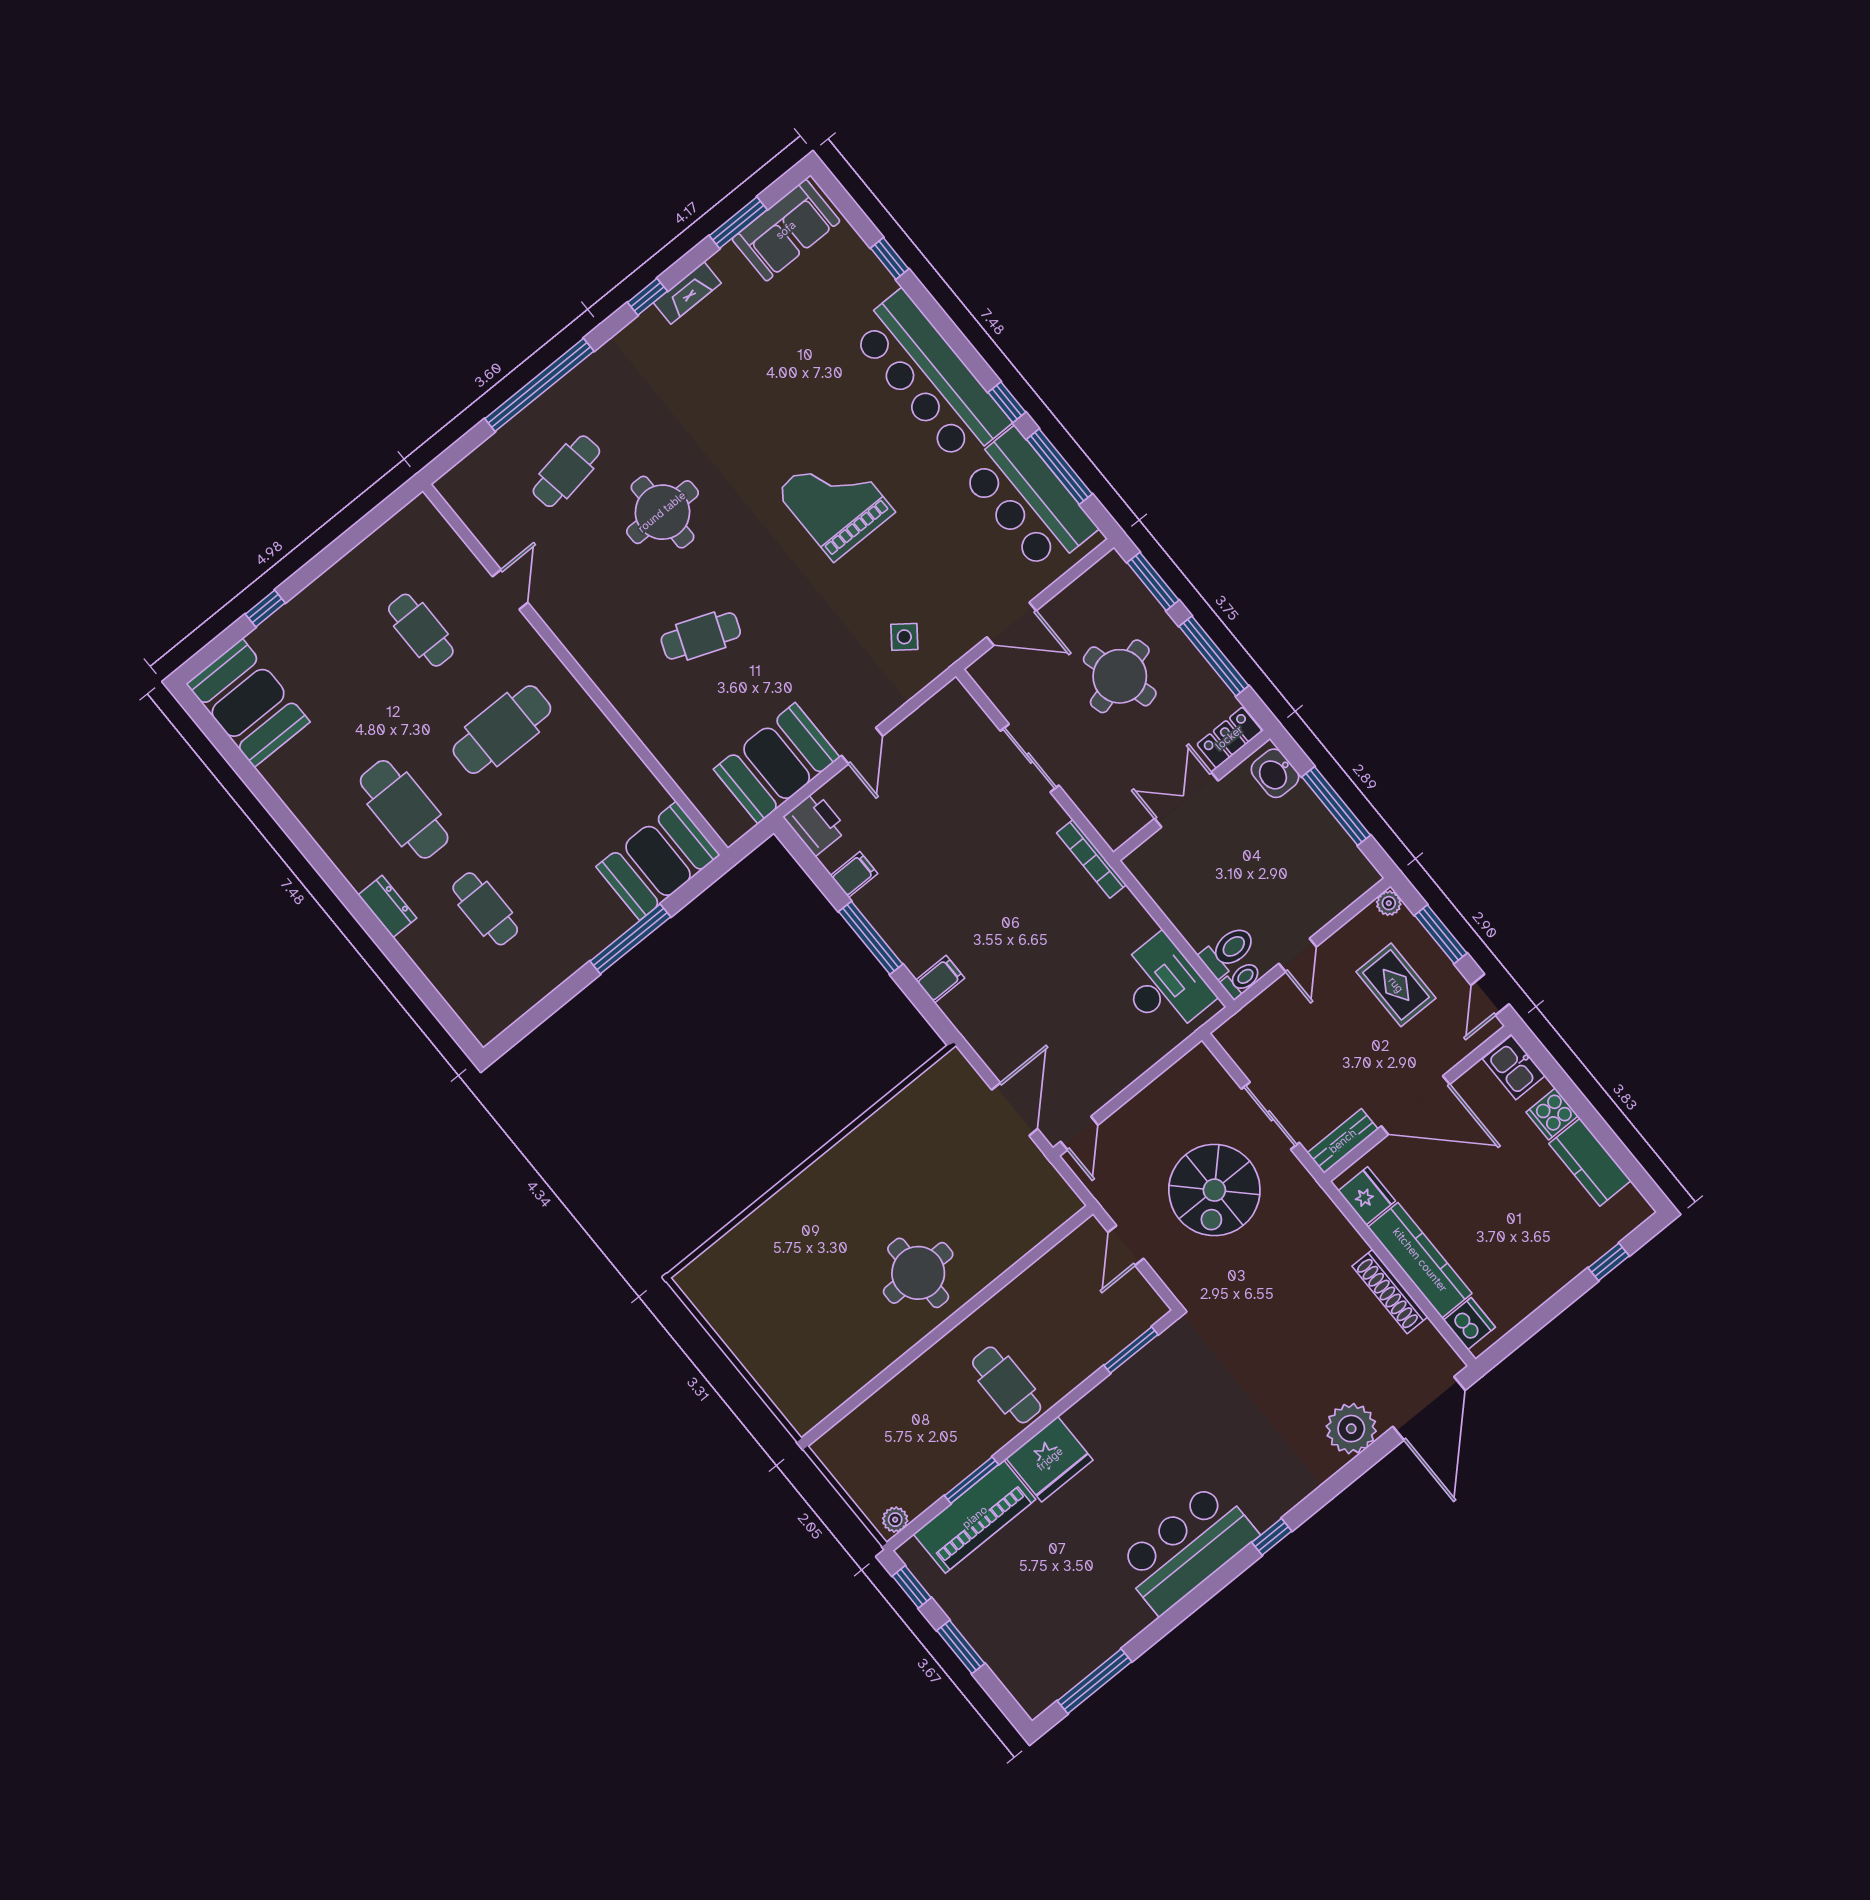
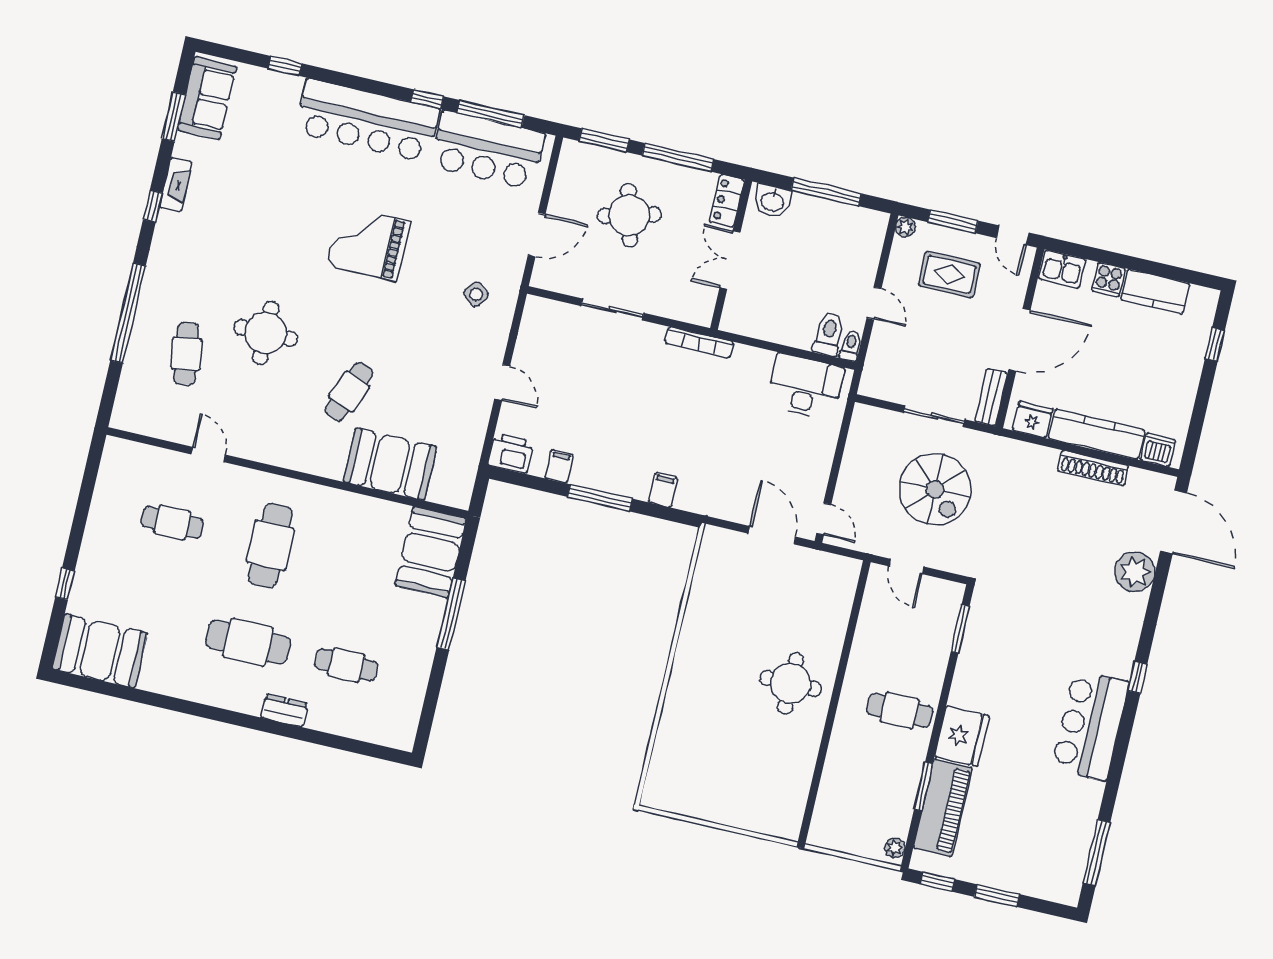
booth: (777, 763) -> (390, 464), moved, turned 90

